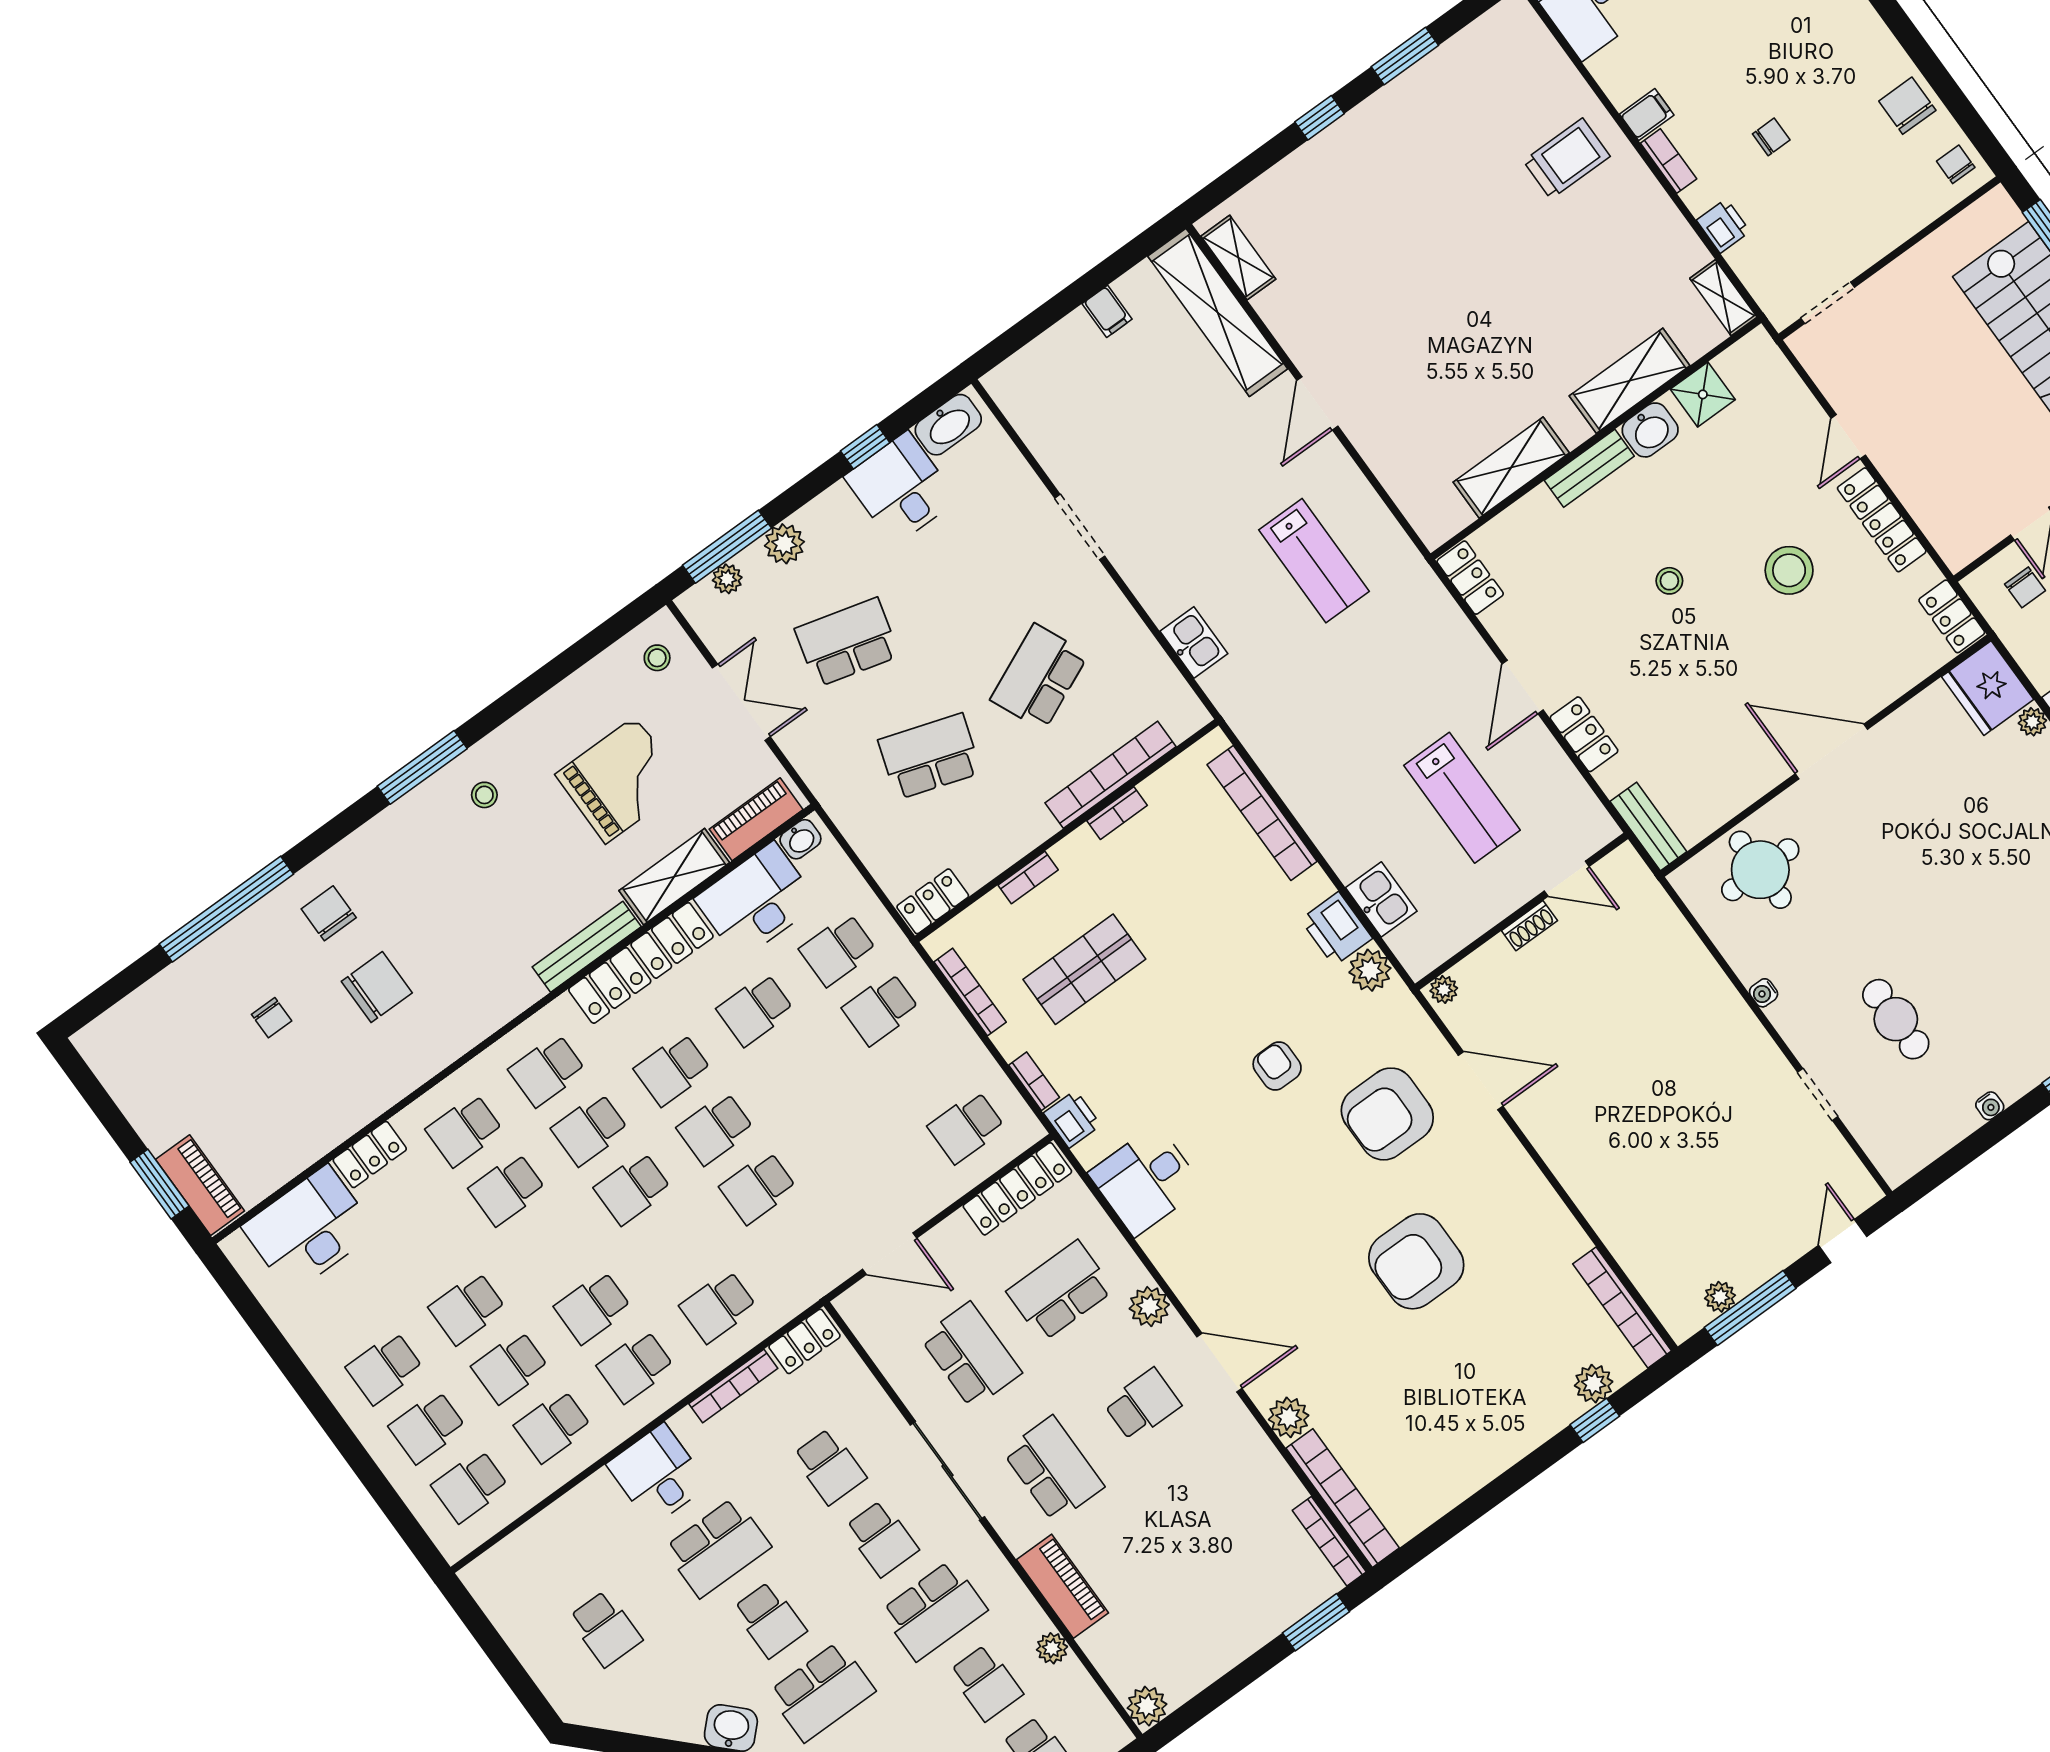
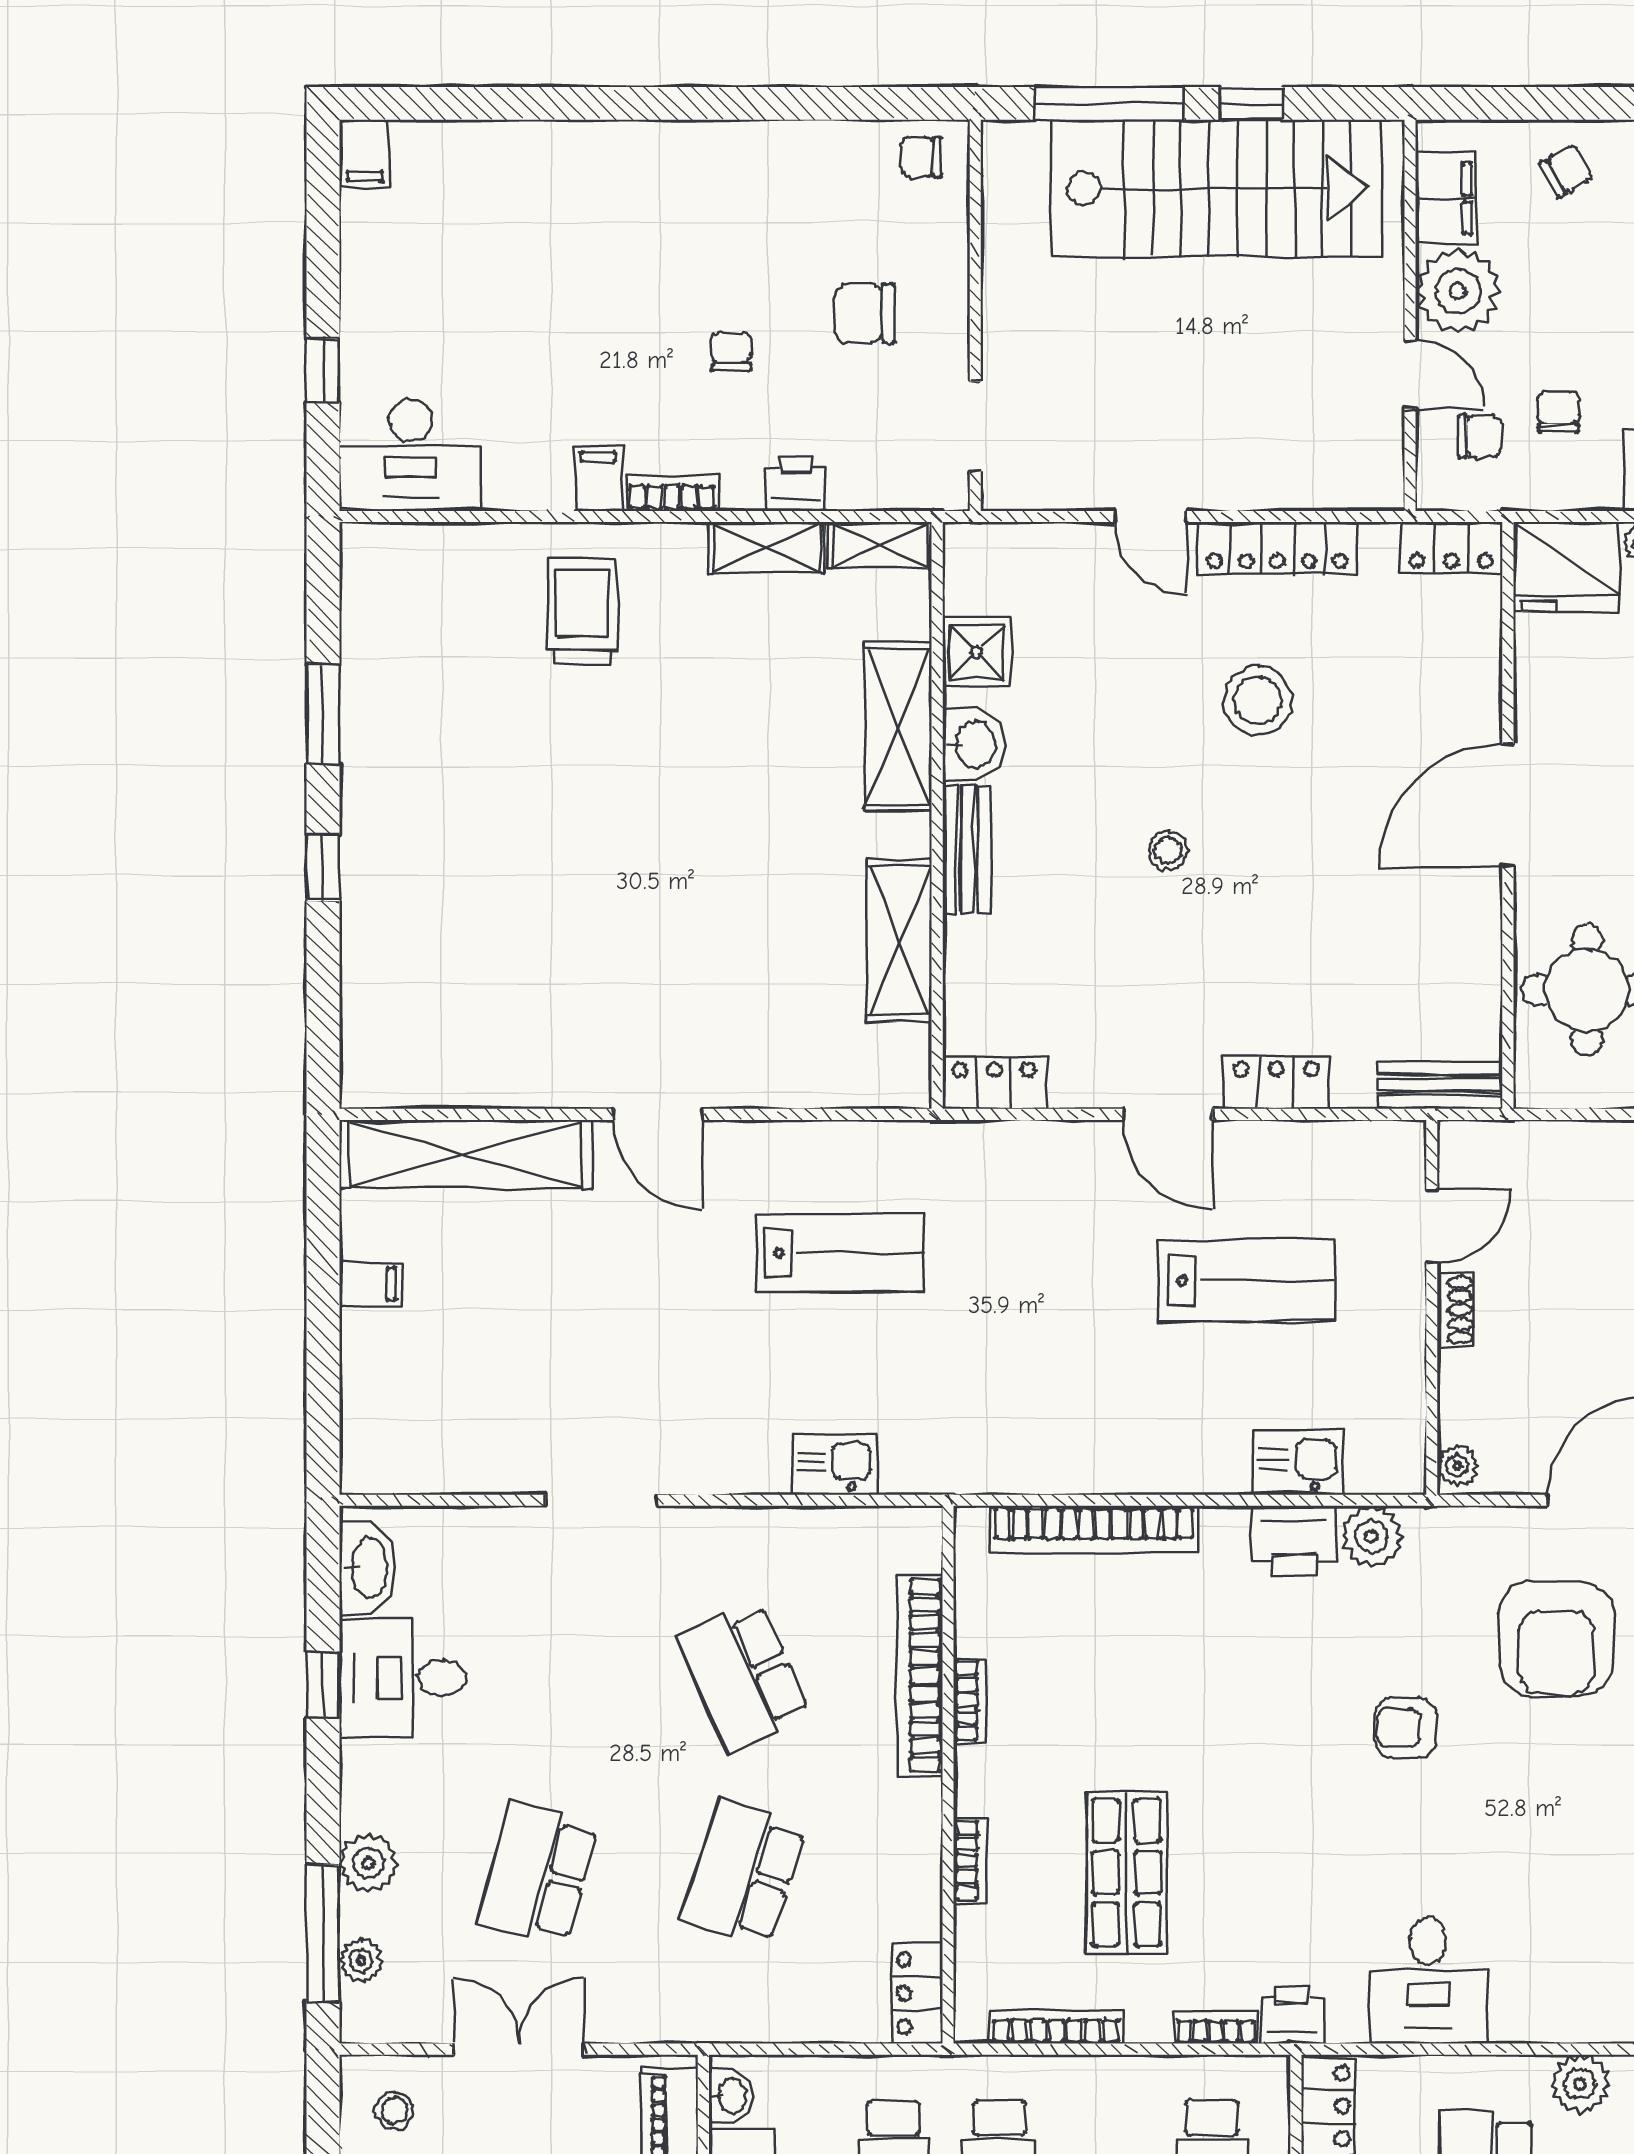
chair: (1907, 106) -> (864, 313), moved
shelving: (1238, 258) -> (767, 548), moved

